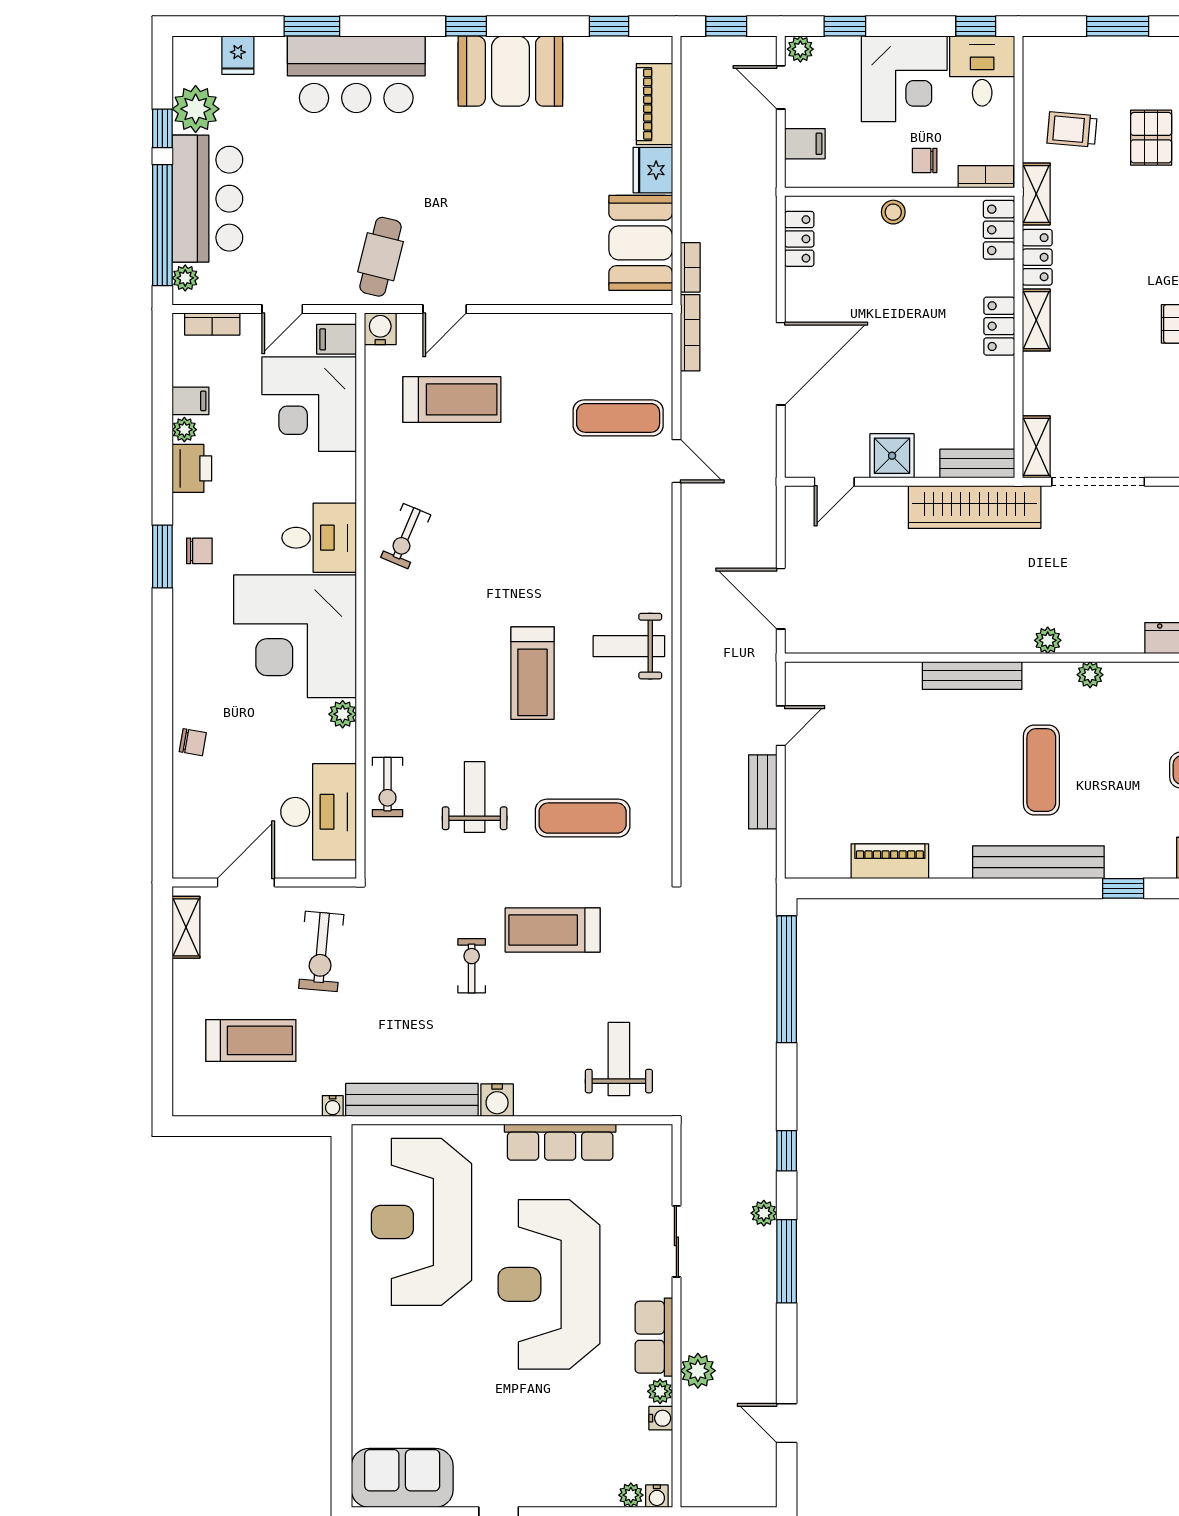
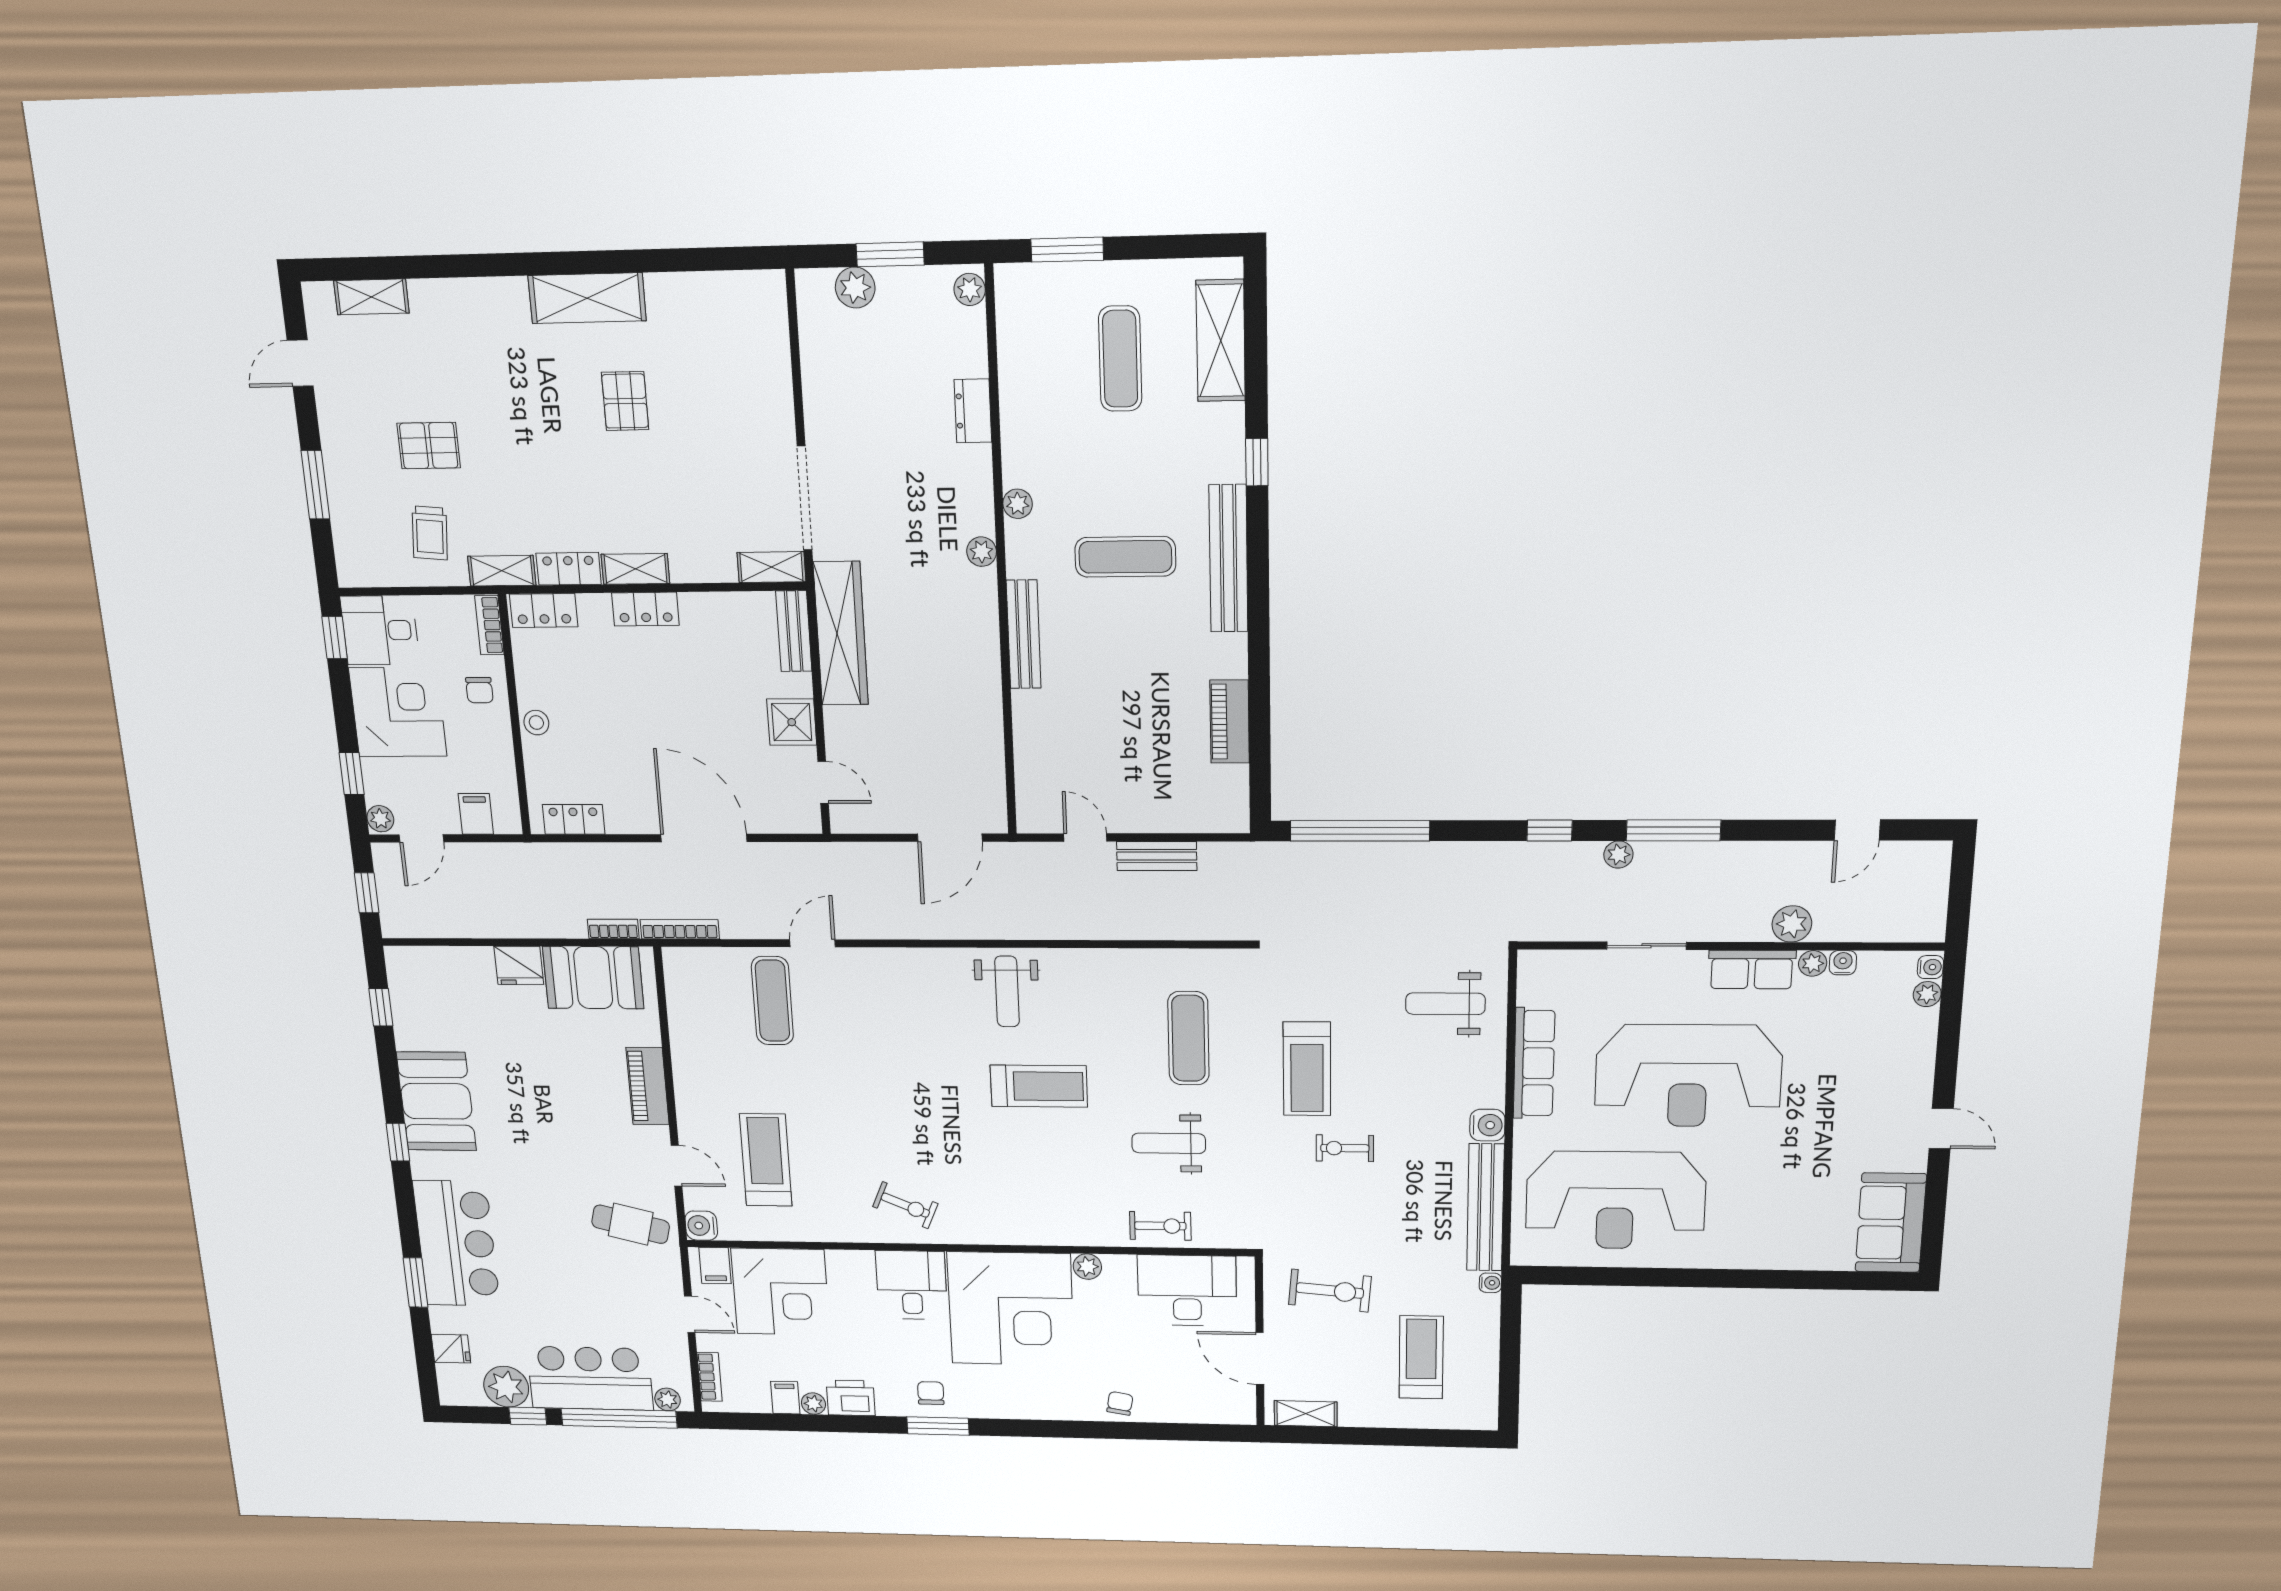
piano: (654, 104) -> (648, 1086), moved, turned 90

